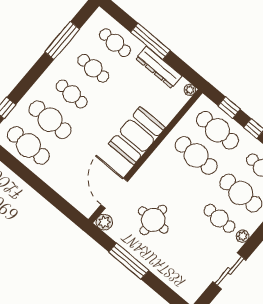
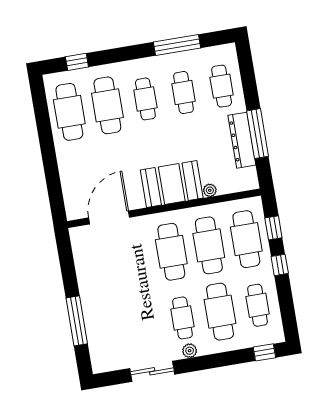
window: (151, 41) -> (258, 134), moved
plant: (190, 90) -> (210, 190), moved
cafe table: (175, 181) -> (171, 252), added
round table: (153, 220) -> (123, 270), removed
plant: (104, 222) -> (79, 236), removed
window: (129, 261) -> (77, 321), moved

